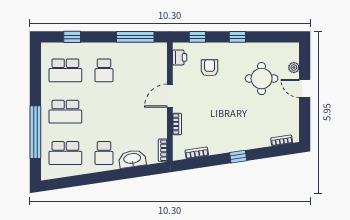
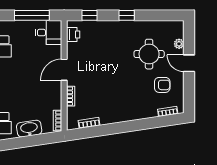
desk: (153, 55) -> (49, 33), added
armchair: (210, 68) -> (162, 85), moved, turned 90
window: (238, 157) -> (127, 127), removed

